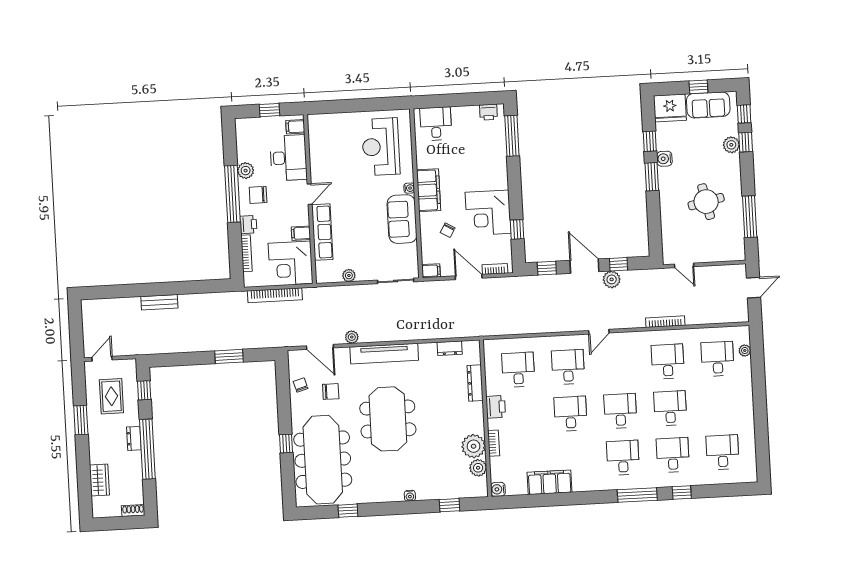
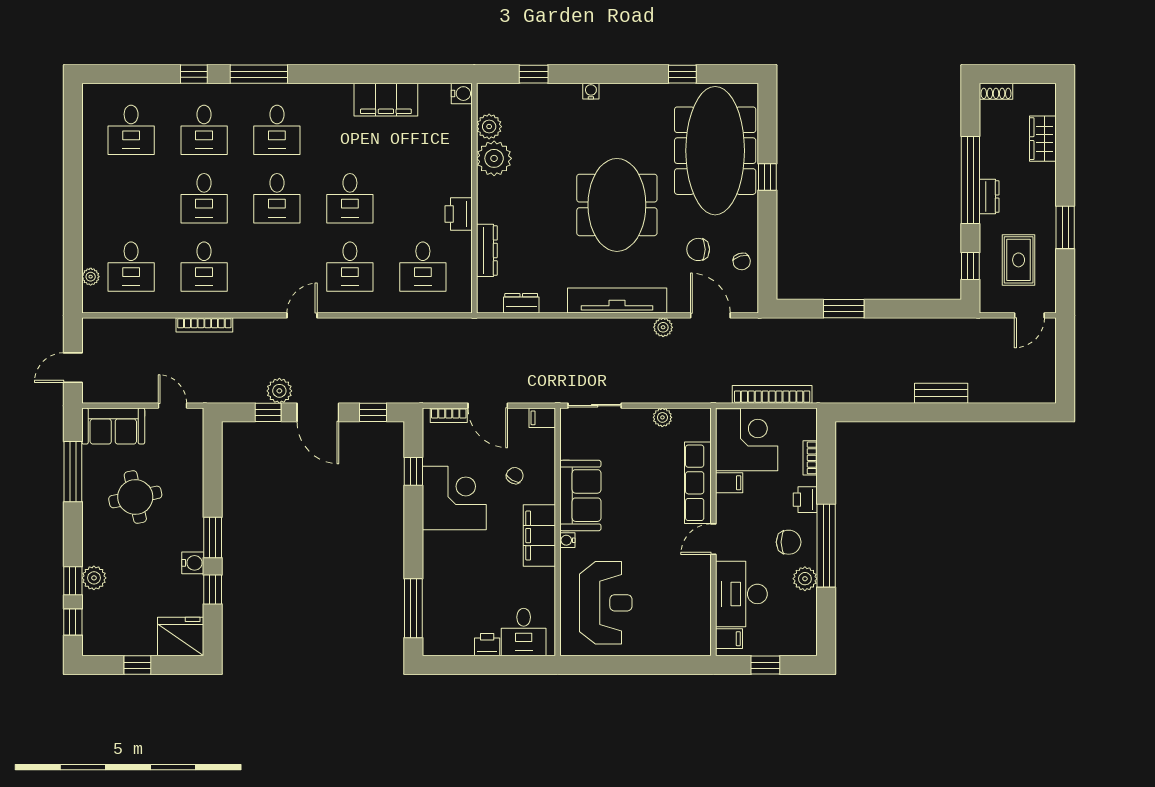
sofa: (708, 105) -> (113, 426), moved, turned 180
printer: (488, 112) -> (487, 645), moved
bookcase: (246, 253) -> (810, 458), width x0.64
bookcase: (494, 443) -> (464, 161), removed

